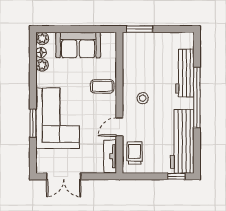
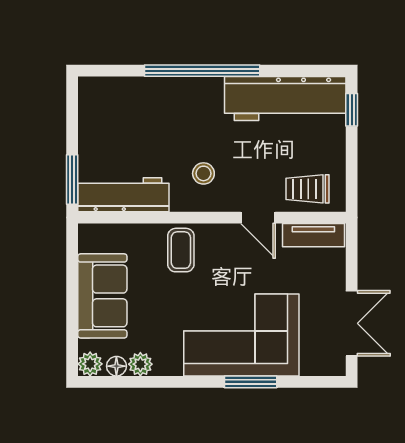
workbench: (185, 73) -> (123, 195), moved, turned 180

